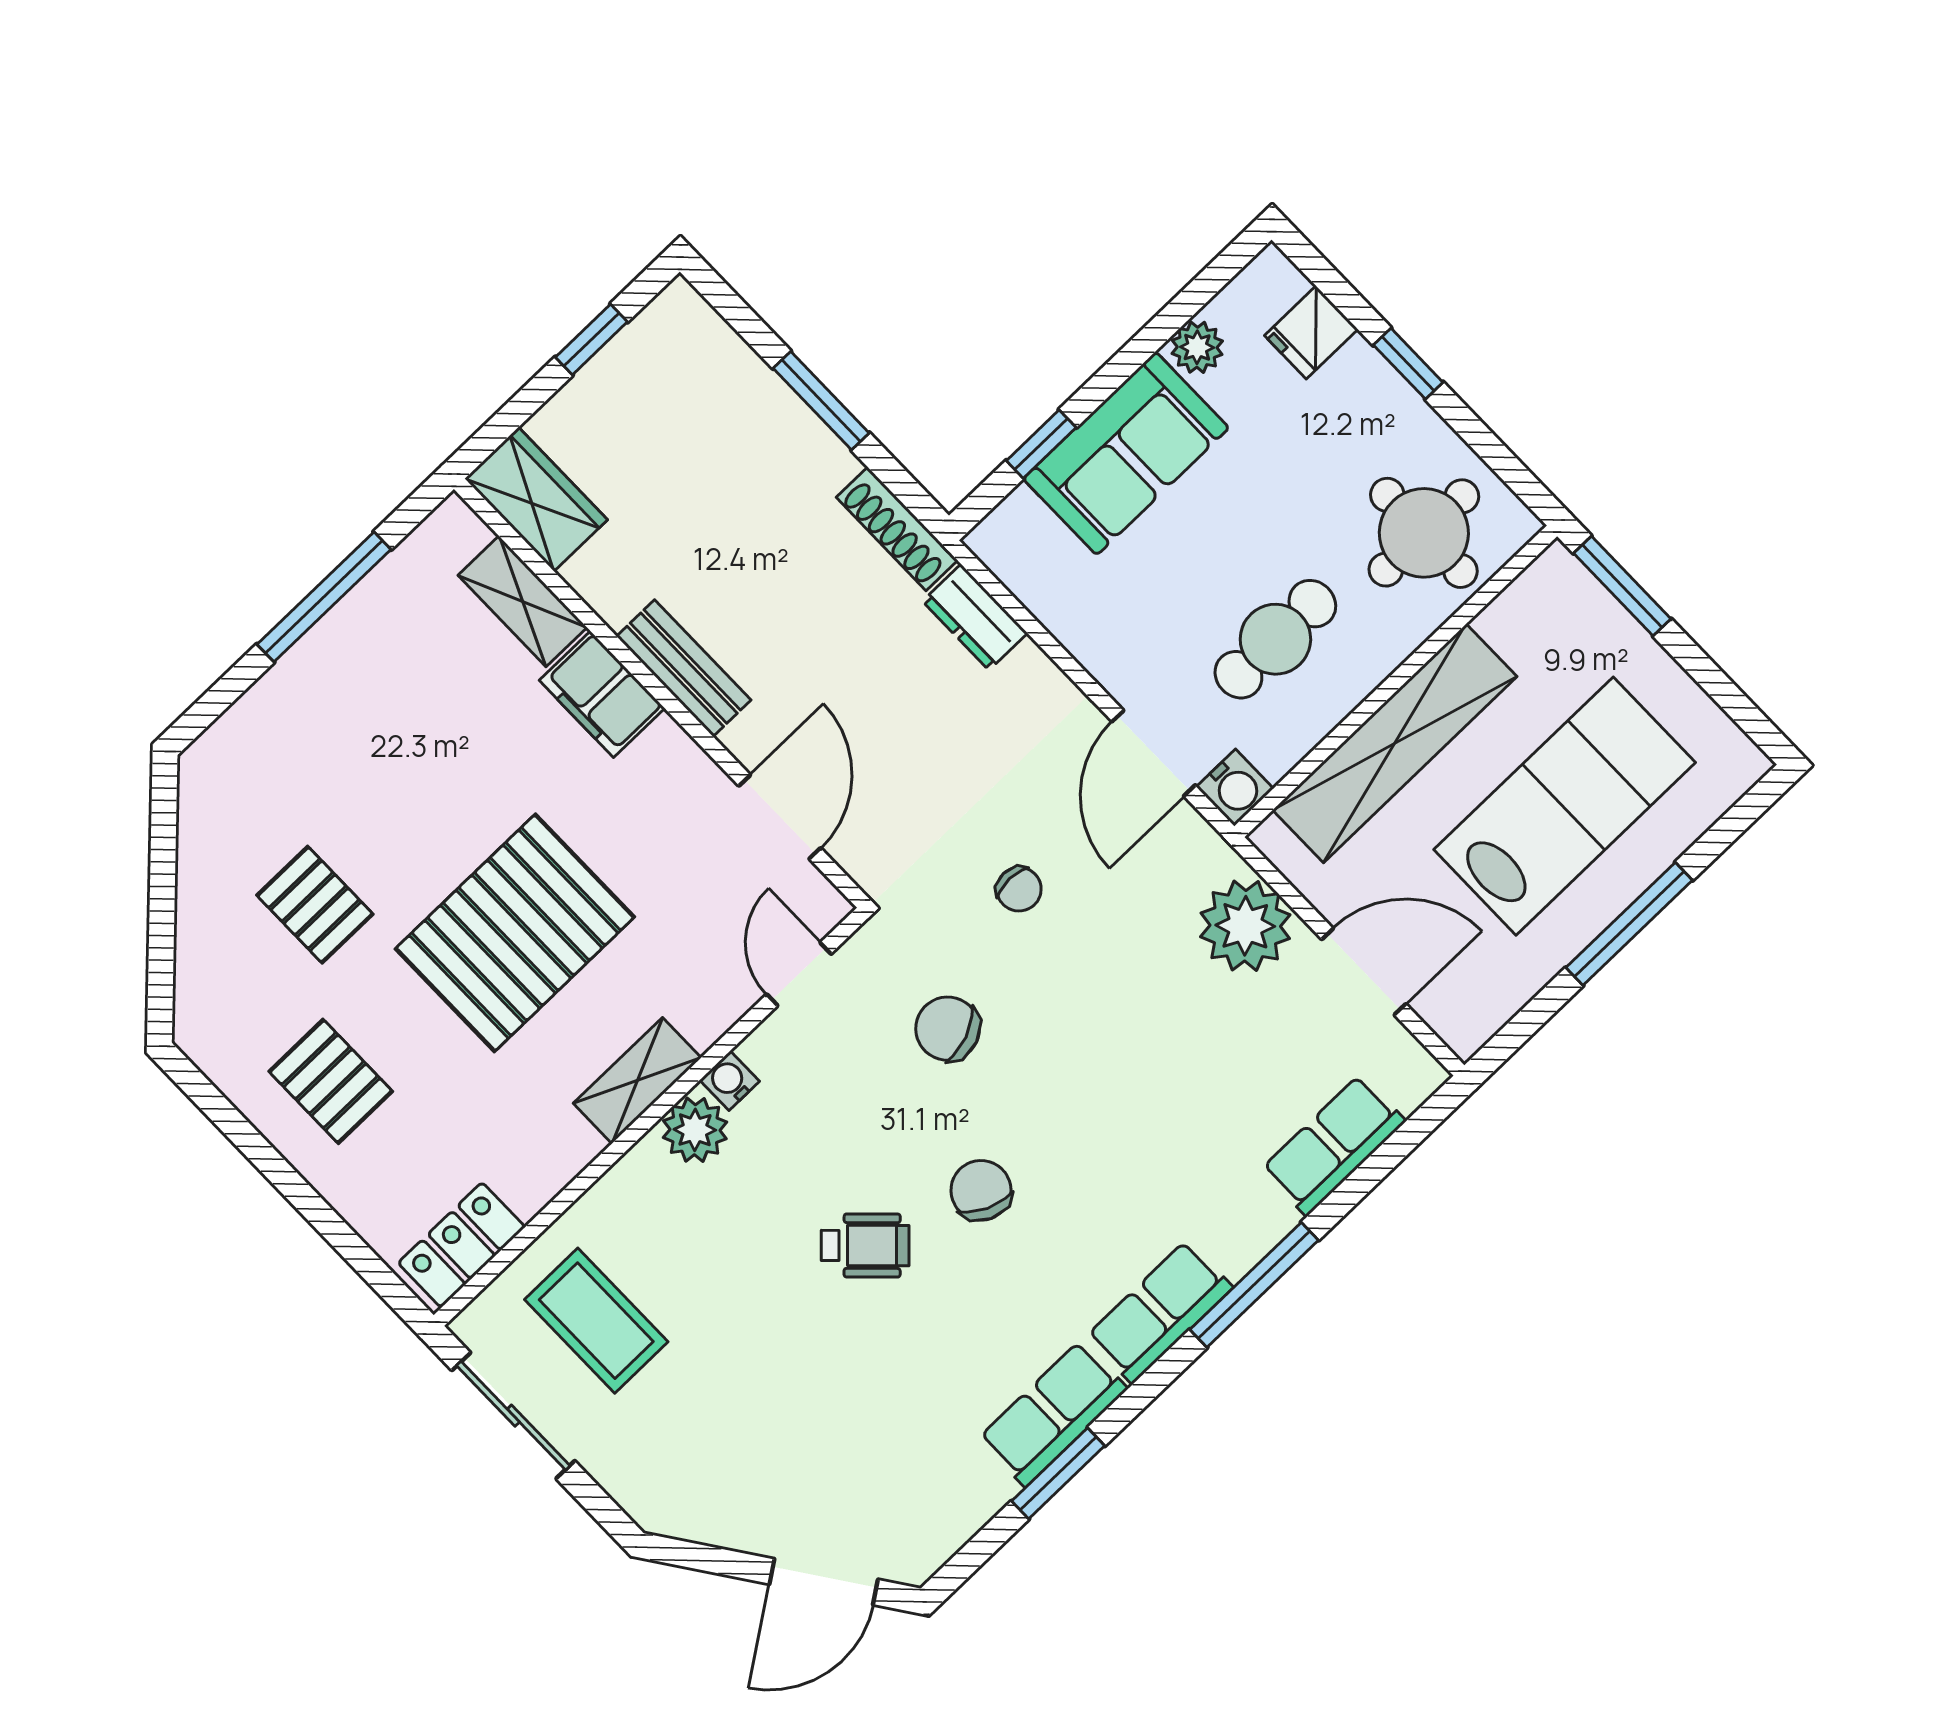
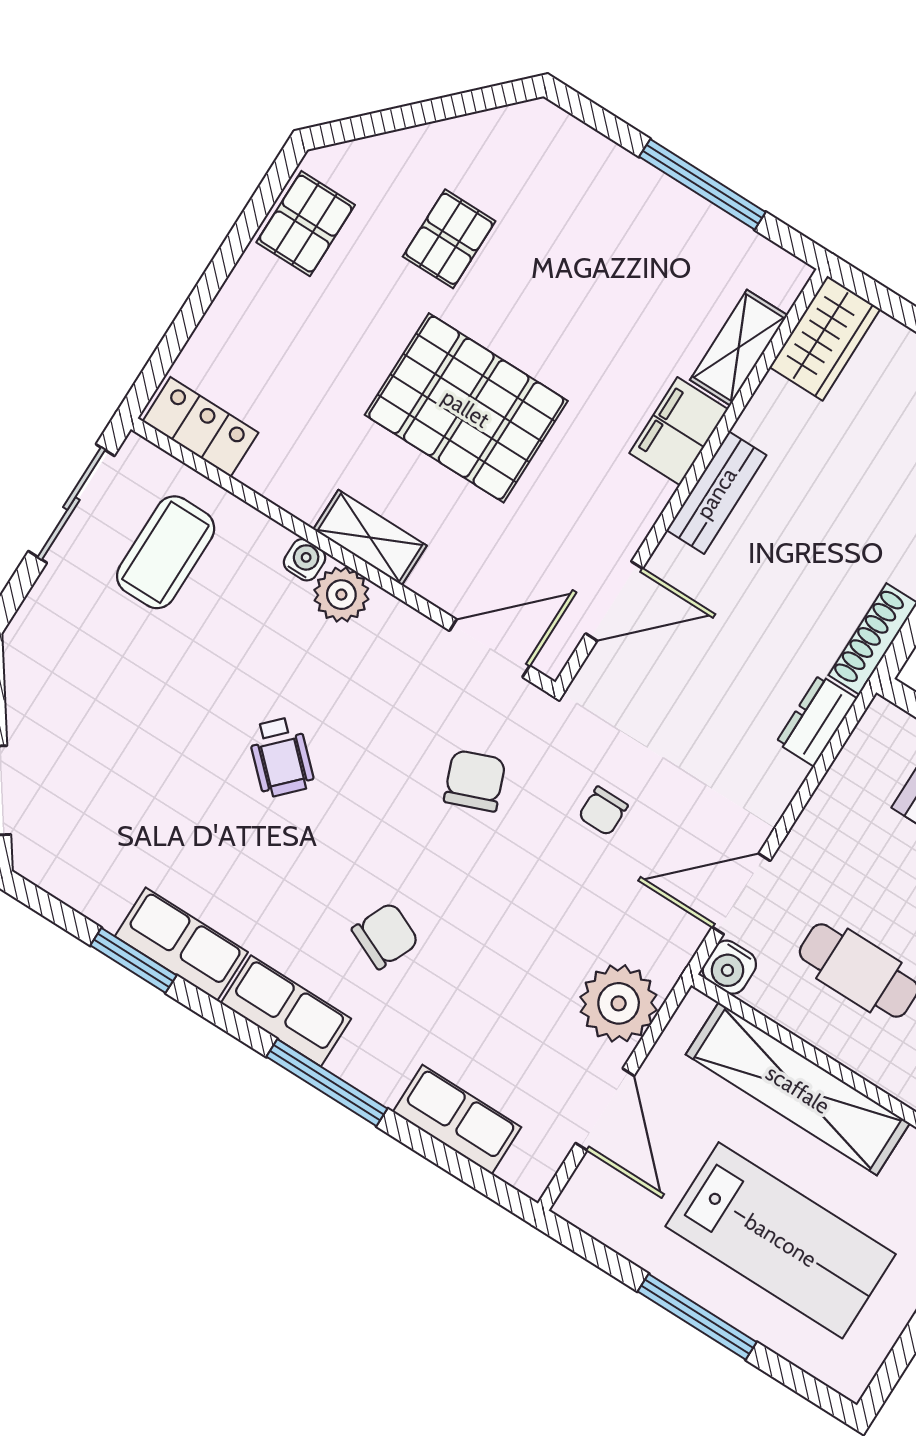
door: (799, 974) -> (490, 648), width x1.38
pallet: (331, 1081) -> (306, 224), moved
water cooler: (729, 1081) -> (305, 560), moved
chair: (981, 1190) -> (385, 936), moved

